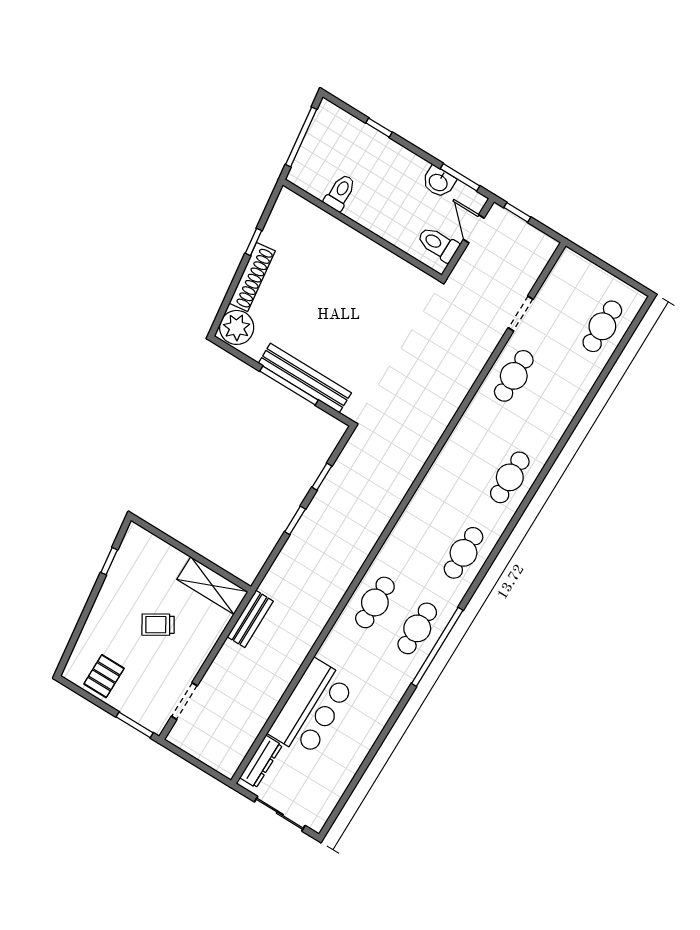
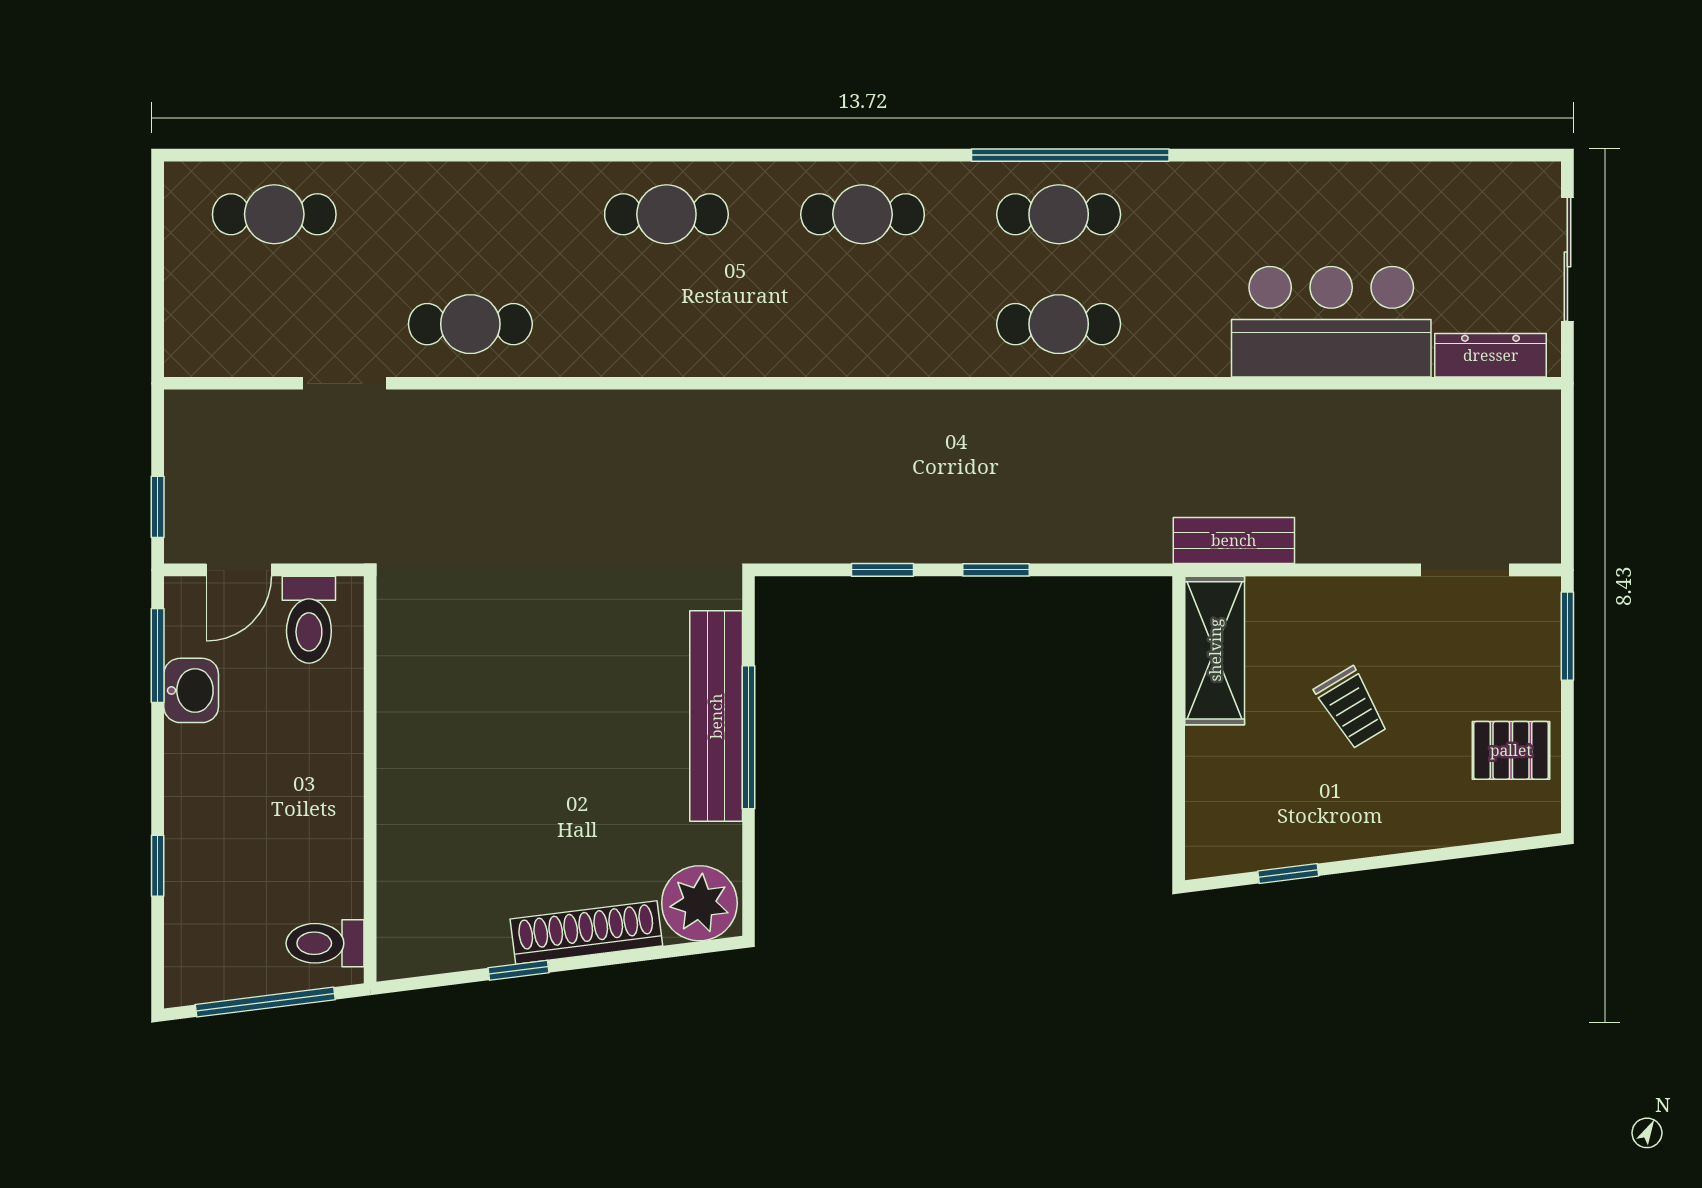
toilet: (340, 193) -> (325, 943), moved

